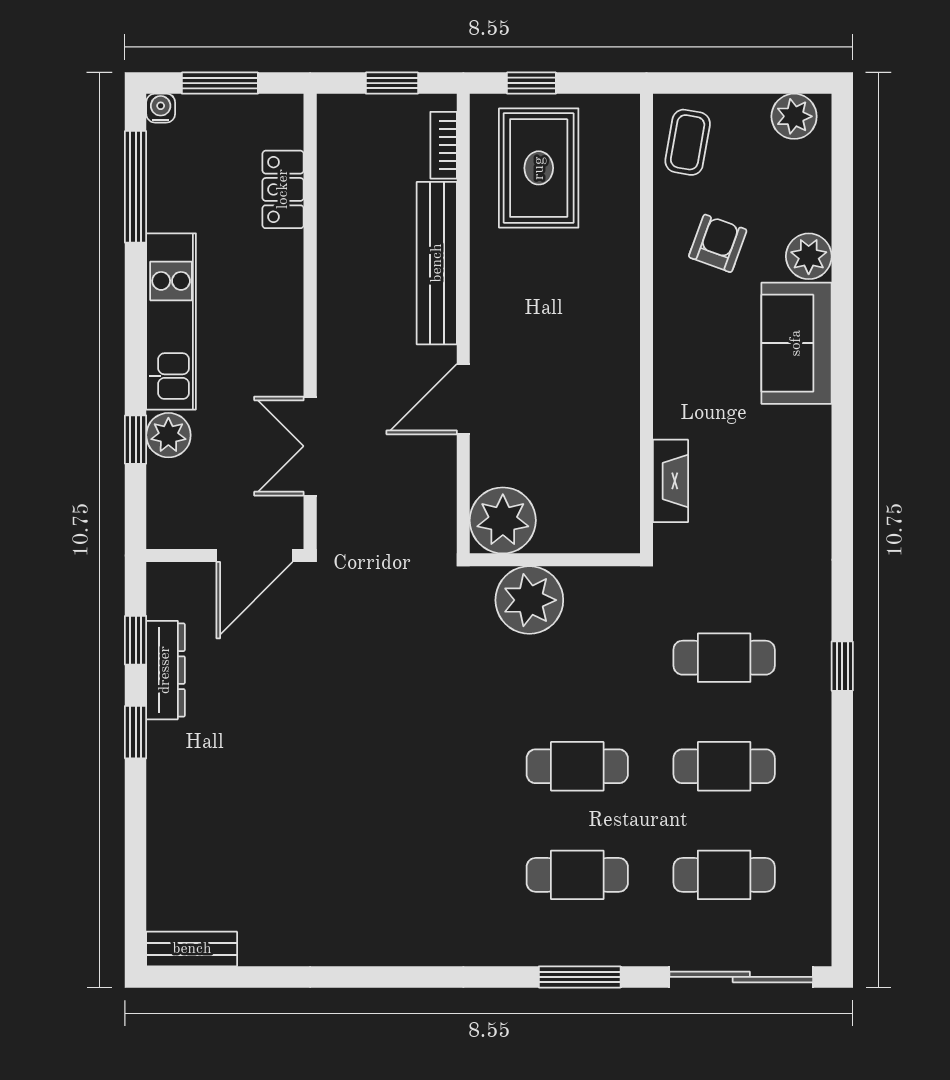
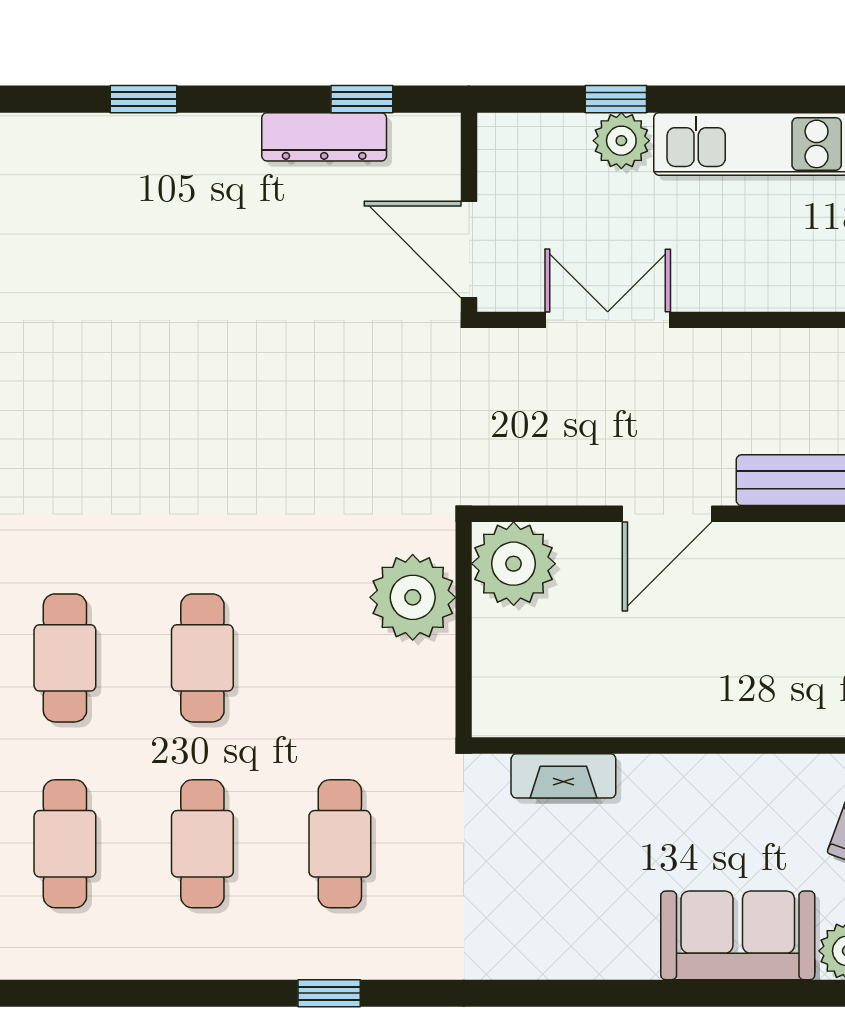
door: (463, 399) -> (667, 514), swing flipped
window: (136, 732) -> (143, 99), moved

